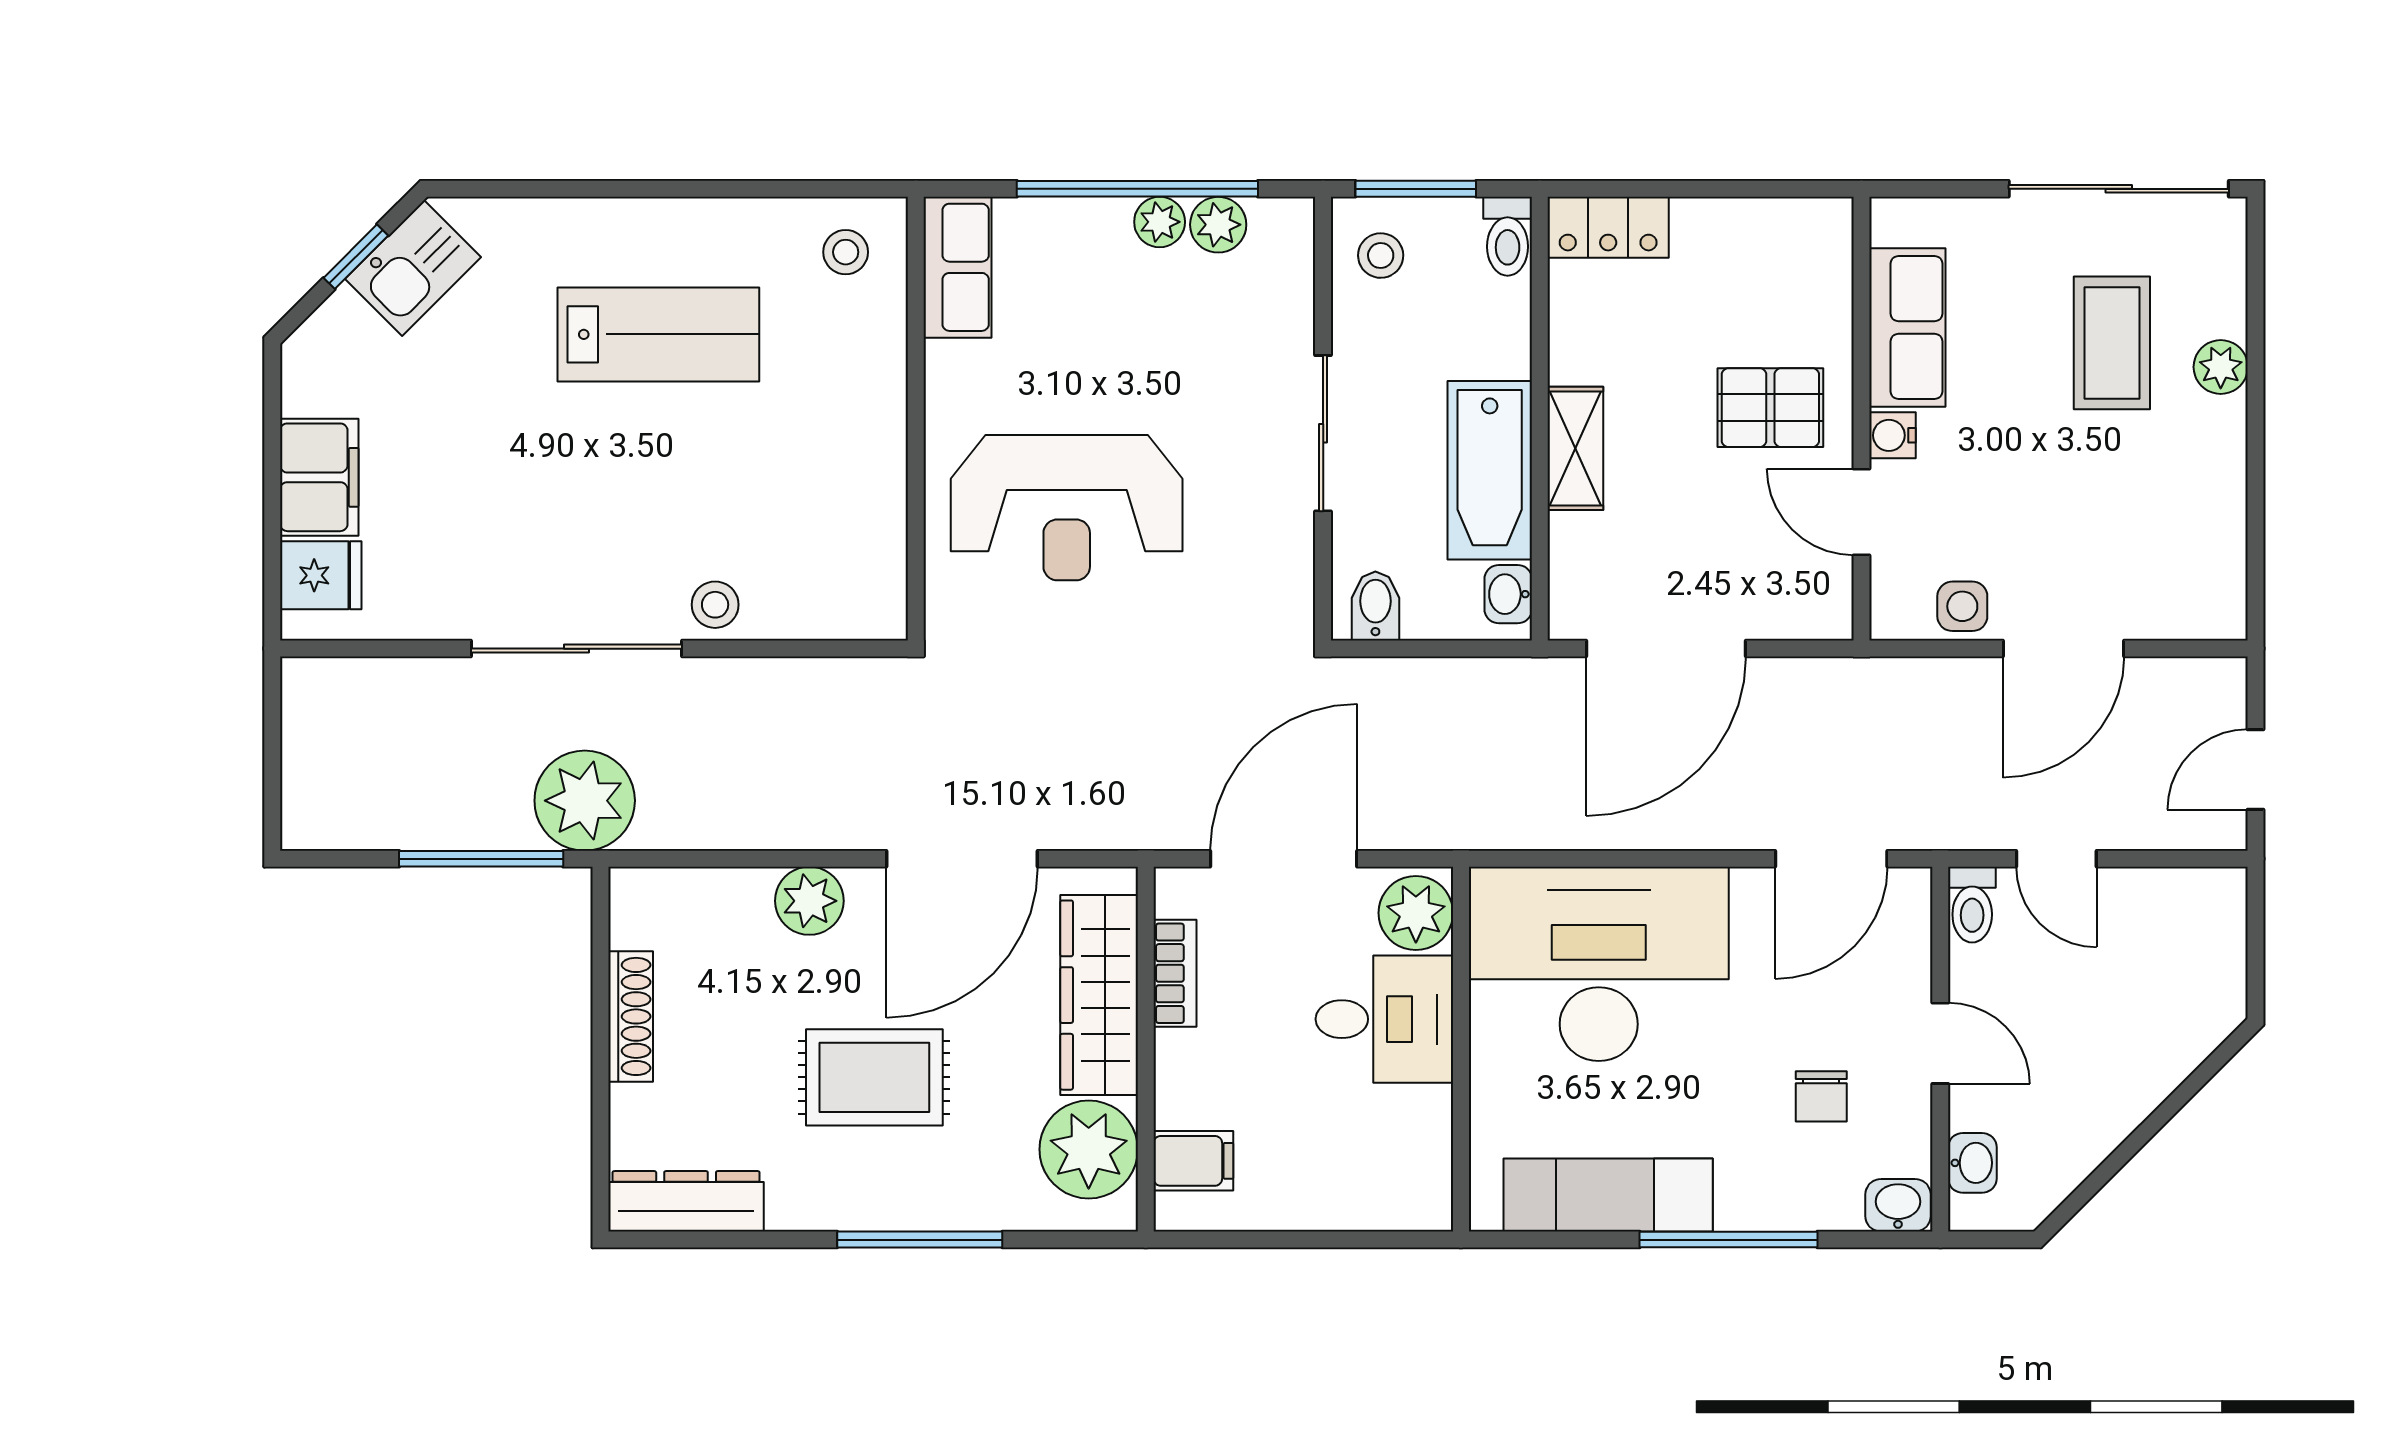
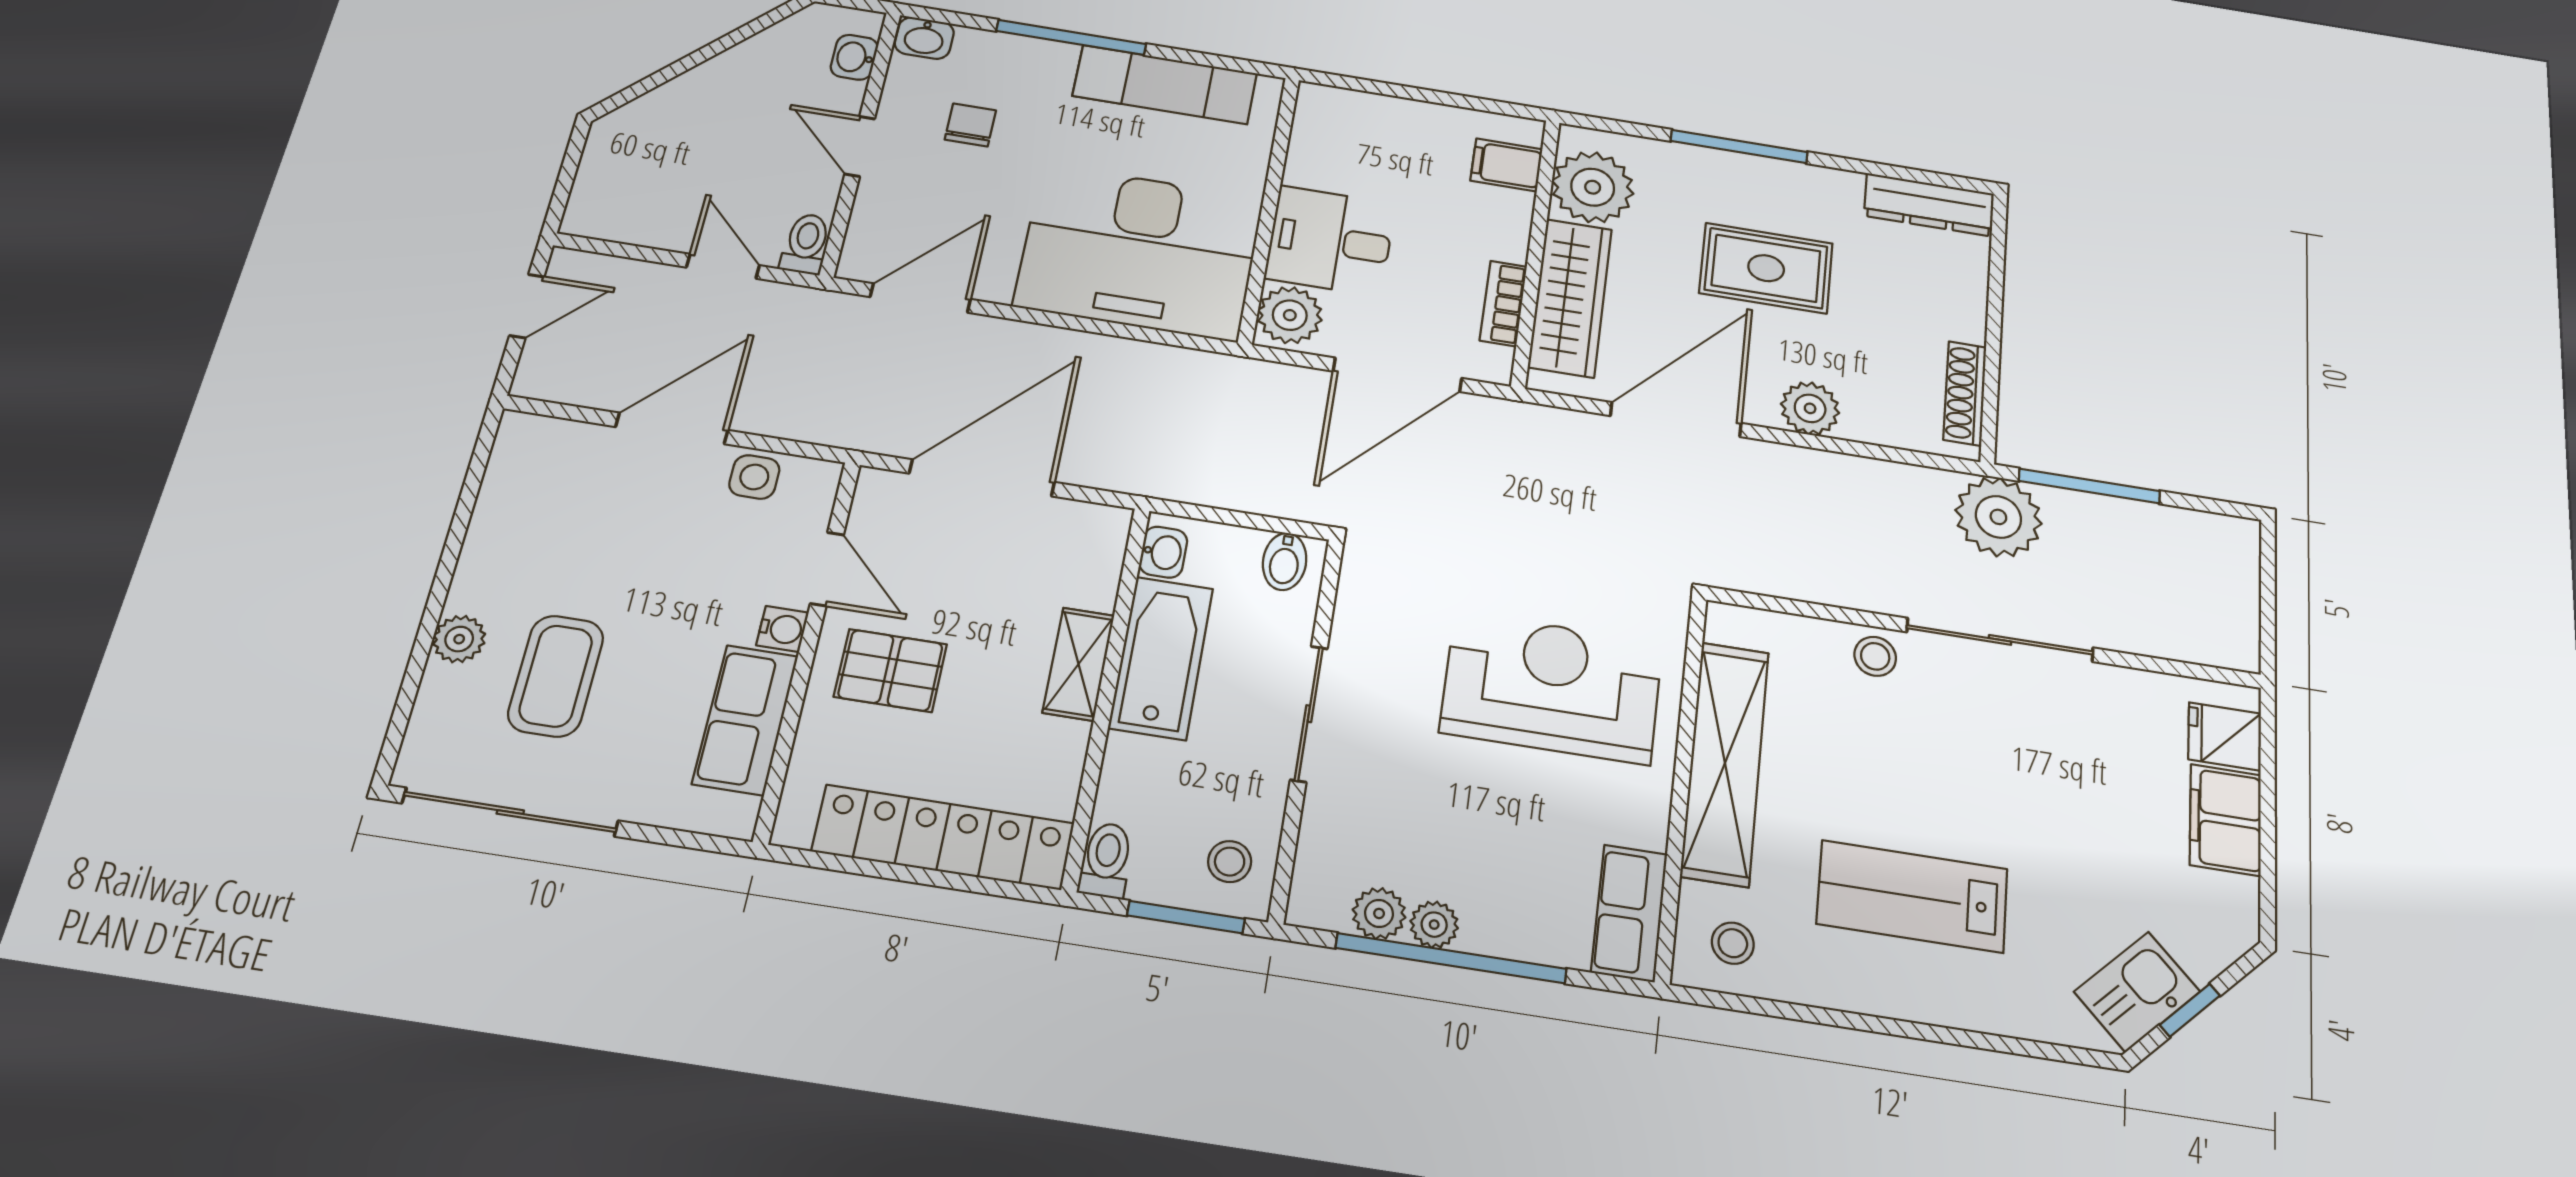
locker: (1608, 227) -> (943, 837), width x2.16, depth x1.21
shelving: (871, 452) -> (1725, 763), added
door: (1666, 649) -> (982, 478), moved
shoe rack: (631, 1016) -> (1965, 393), moved

